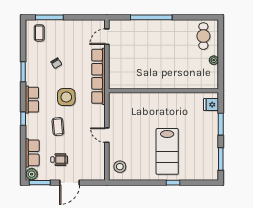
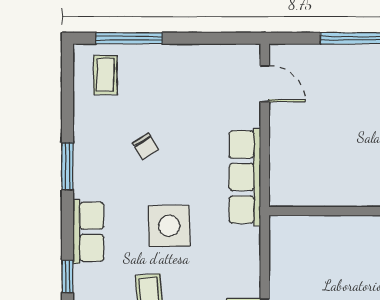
door: (107, 37) -> (265, 84), swing flipped
row of seats: (99, 76) -> (245, 177), width x0.73

